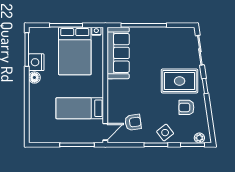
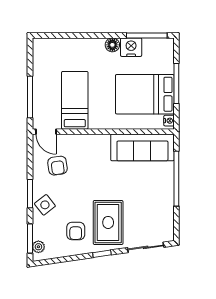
armchair: (186, 107) -> (76, 231), turned 180

